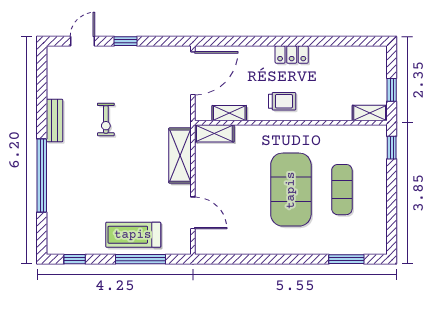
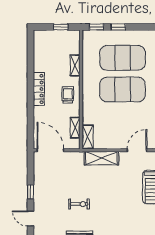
locker: (292, 55) -> (39, 89), width x1.53
shelving: (370, 113) -> (75, 65), moved
window: (392, 183) -> (118, 27), added
exercise mat: (342, 190) -> (122, 58), width x2.00, depth x1.45

